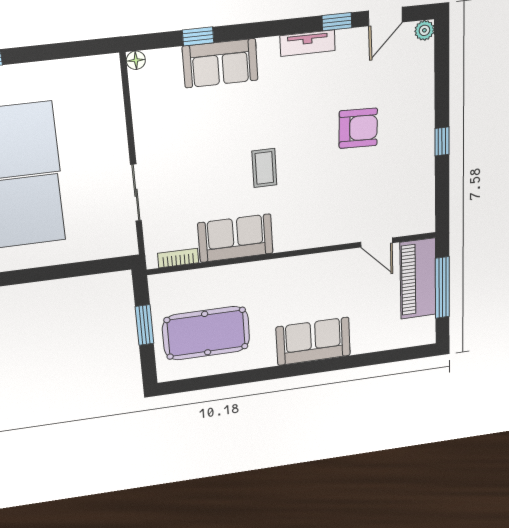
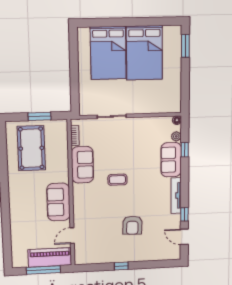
plant: (424, 30) -> (176, 136), moved
tv unit: (308, 43) -> (176, 196), width x1.41
sofa: (313, 341) -> (58, 202), moved, turned 180

